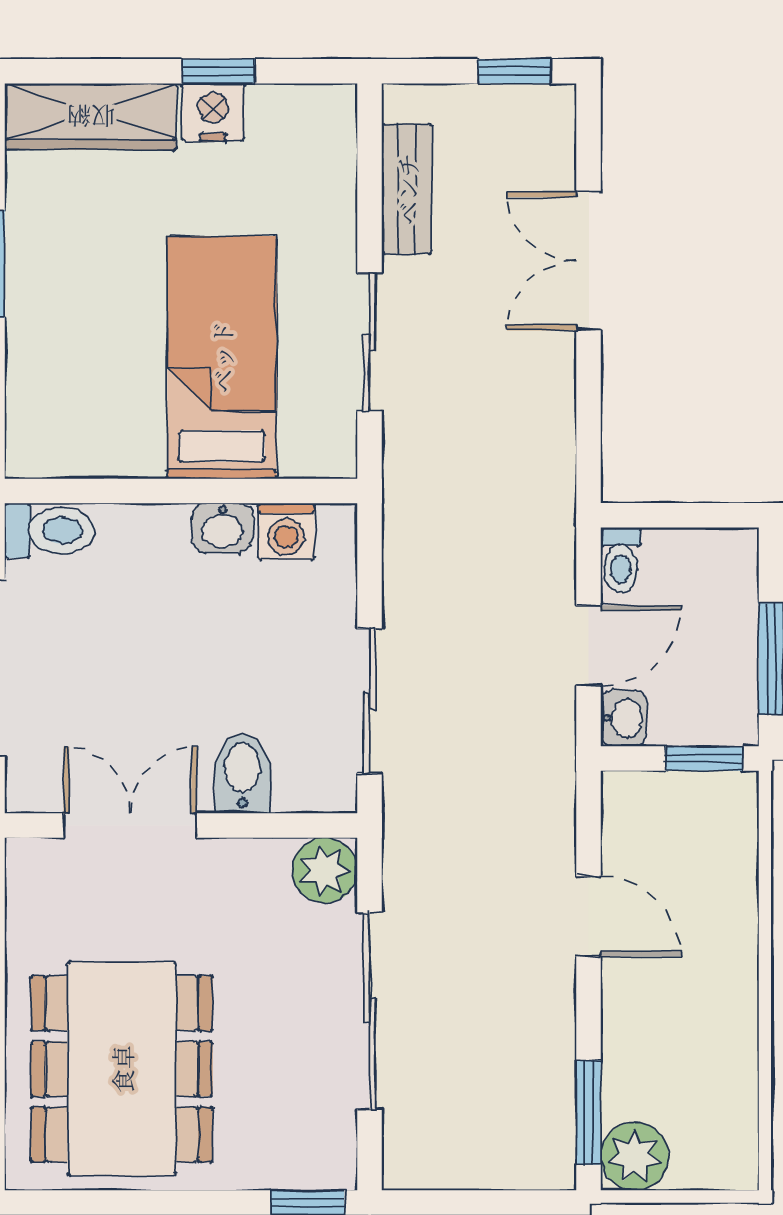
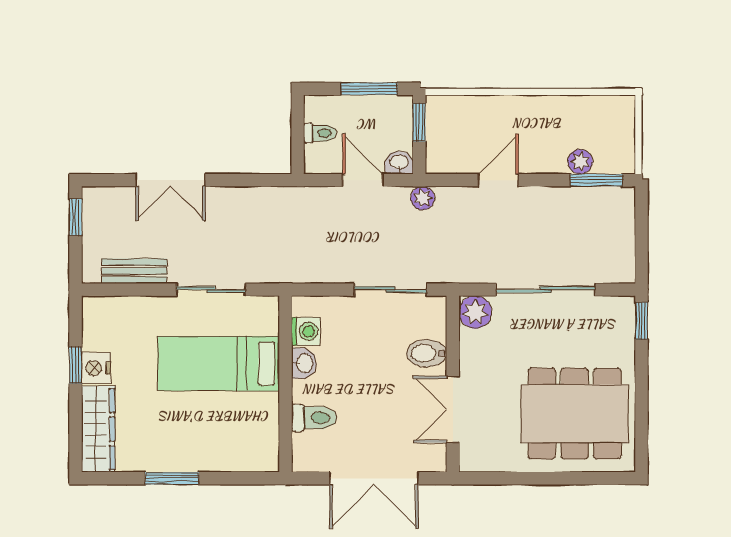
toilet: (50, 530) -> (314, 418), moved, turned 90
toilet: (621, 560) -> (320, 133), moved
plant: (553, 765) -> (423, 198), added
plant: (635, 1156) -> (580, 162), moved, width x0.73, depth x0.73

